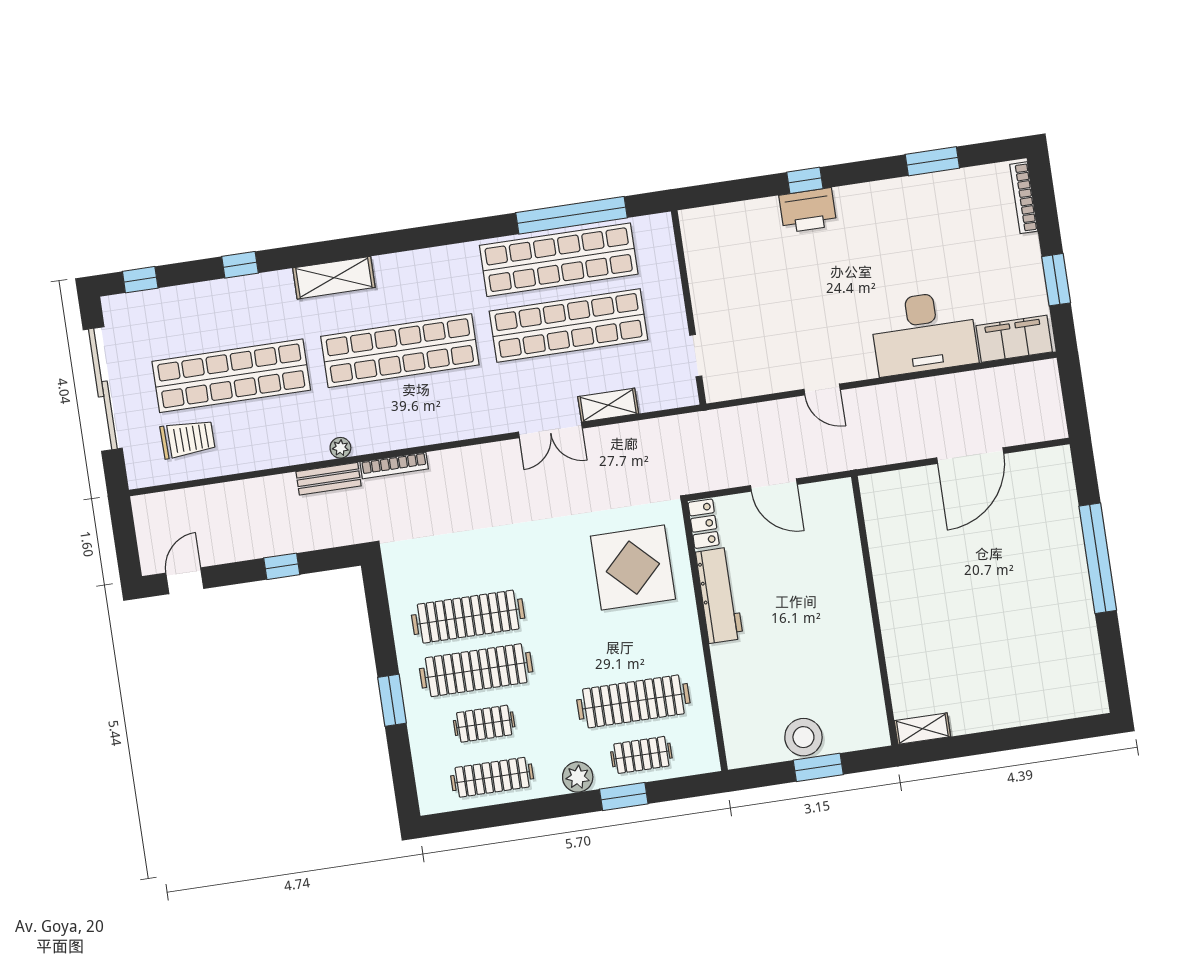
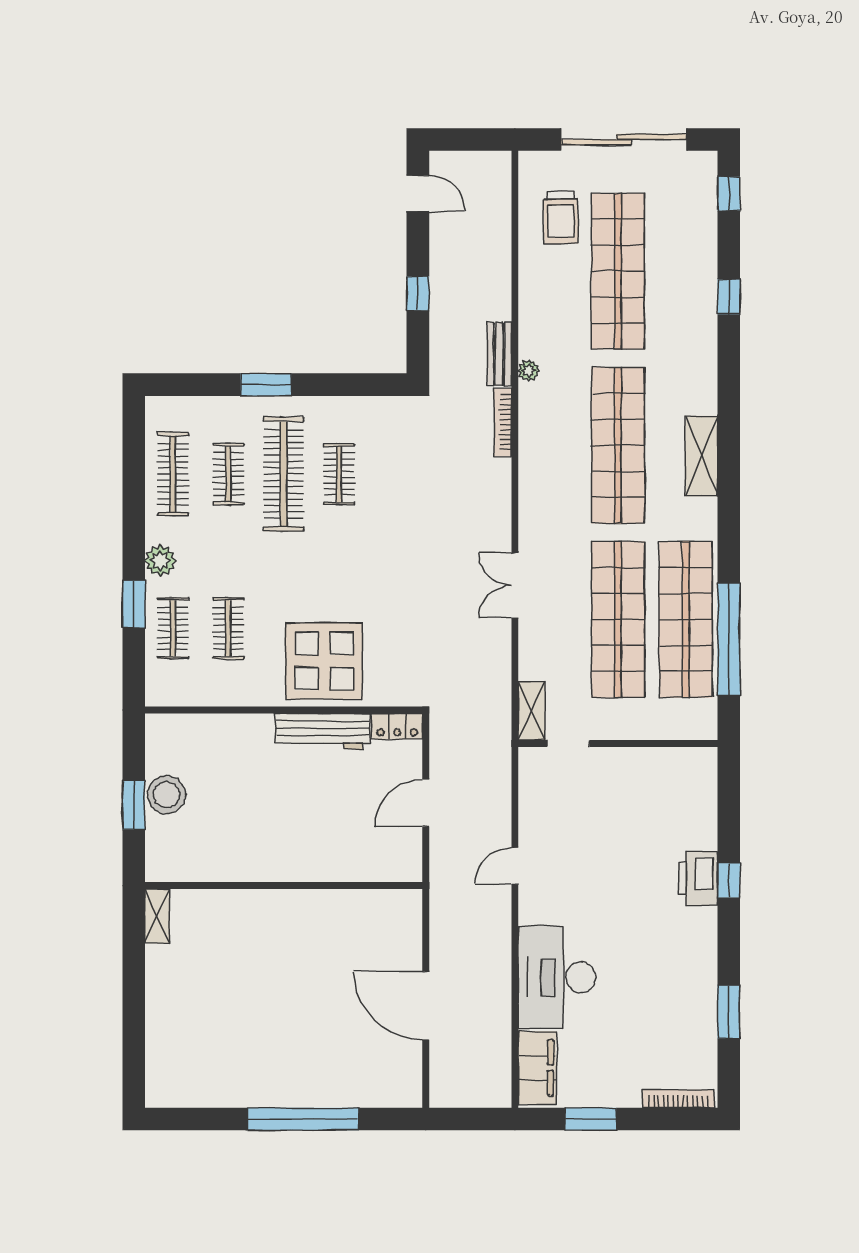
shelving: (334, 278) -> (702, 456), moved
shelving: (608, 405) -> (531, 711), moved
display table: (633, 568) -> (324, 661), moved
clothes rail: (468, 617) -> (339, 474), width x0.54, depth x0.76
clothes rail: (633, 701) -> (228, 628), width x0.54, depth x0.76

